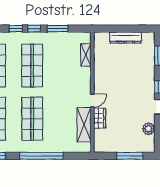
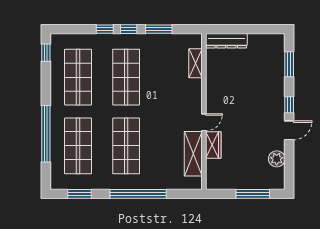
dresser: (125, 38) -> (226, 41), moved

